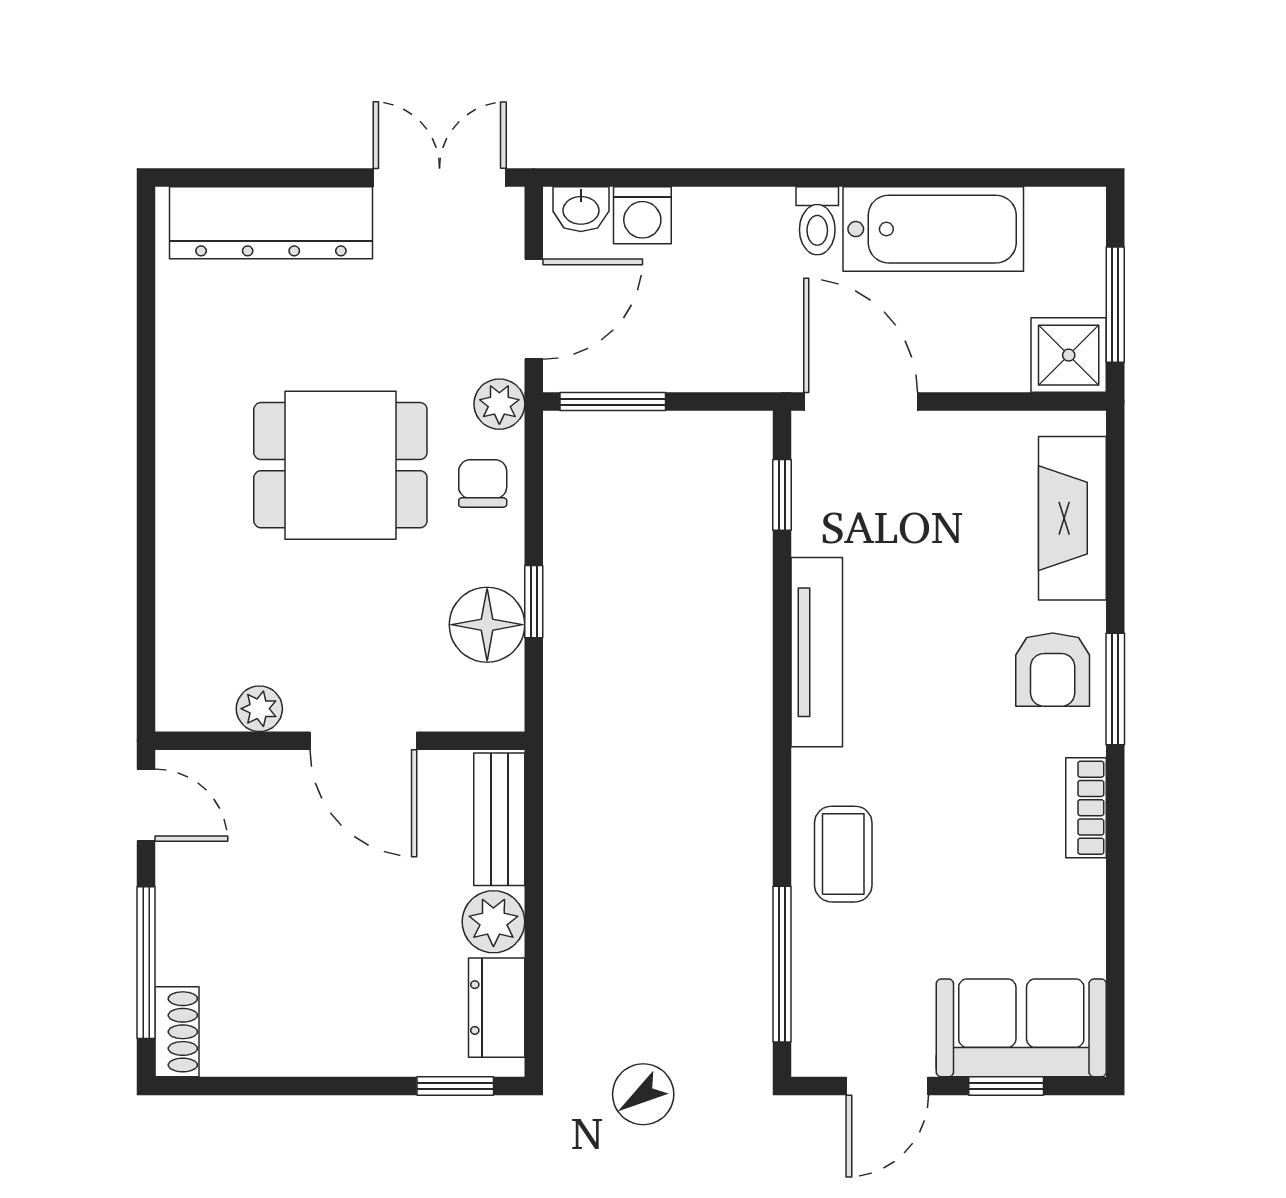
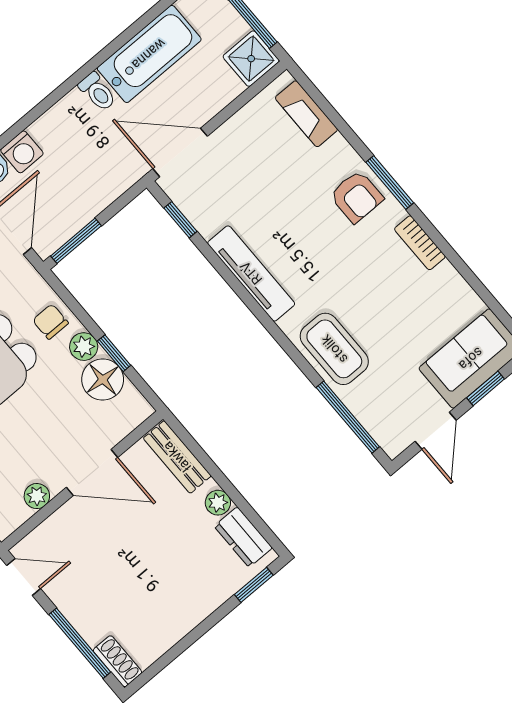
plant: (499, 404) -> (84, 347), moved
fireplace: (1072, 518) -> (306, 114), width x0.73, depth x0.76
coffee table: (843, 854) -> (334, 349), width x1.36, depth x1.30
plant: (493, 922) -> (218, 503), width x0.73, depth x0.73

